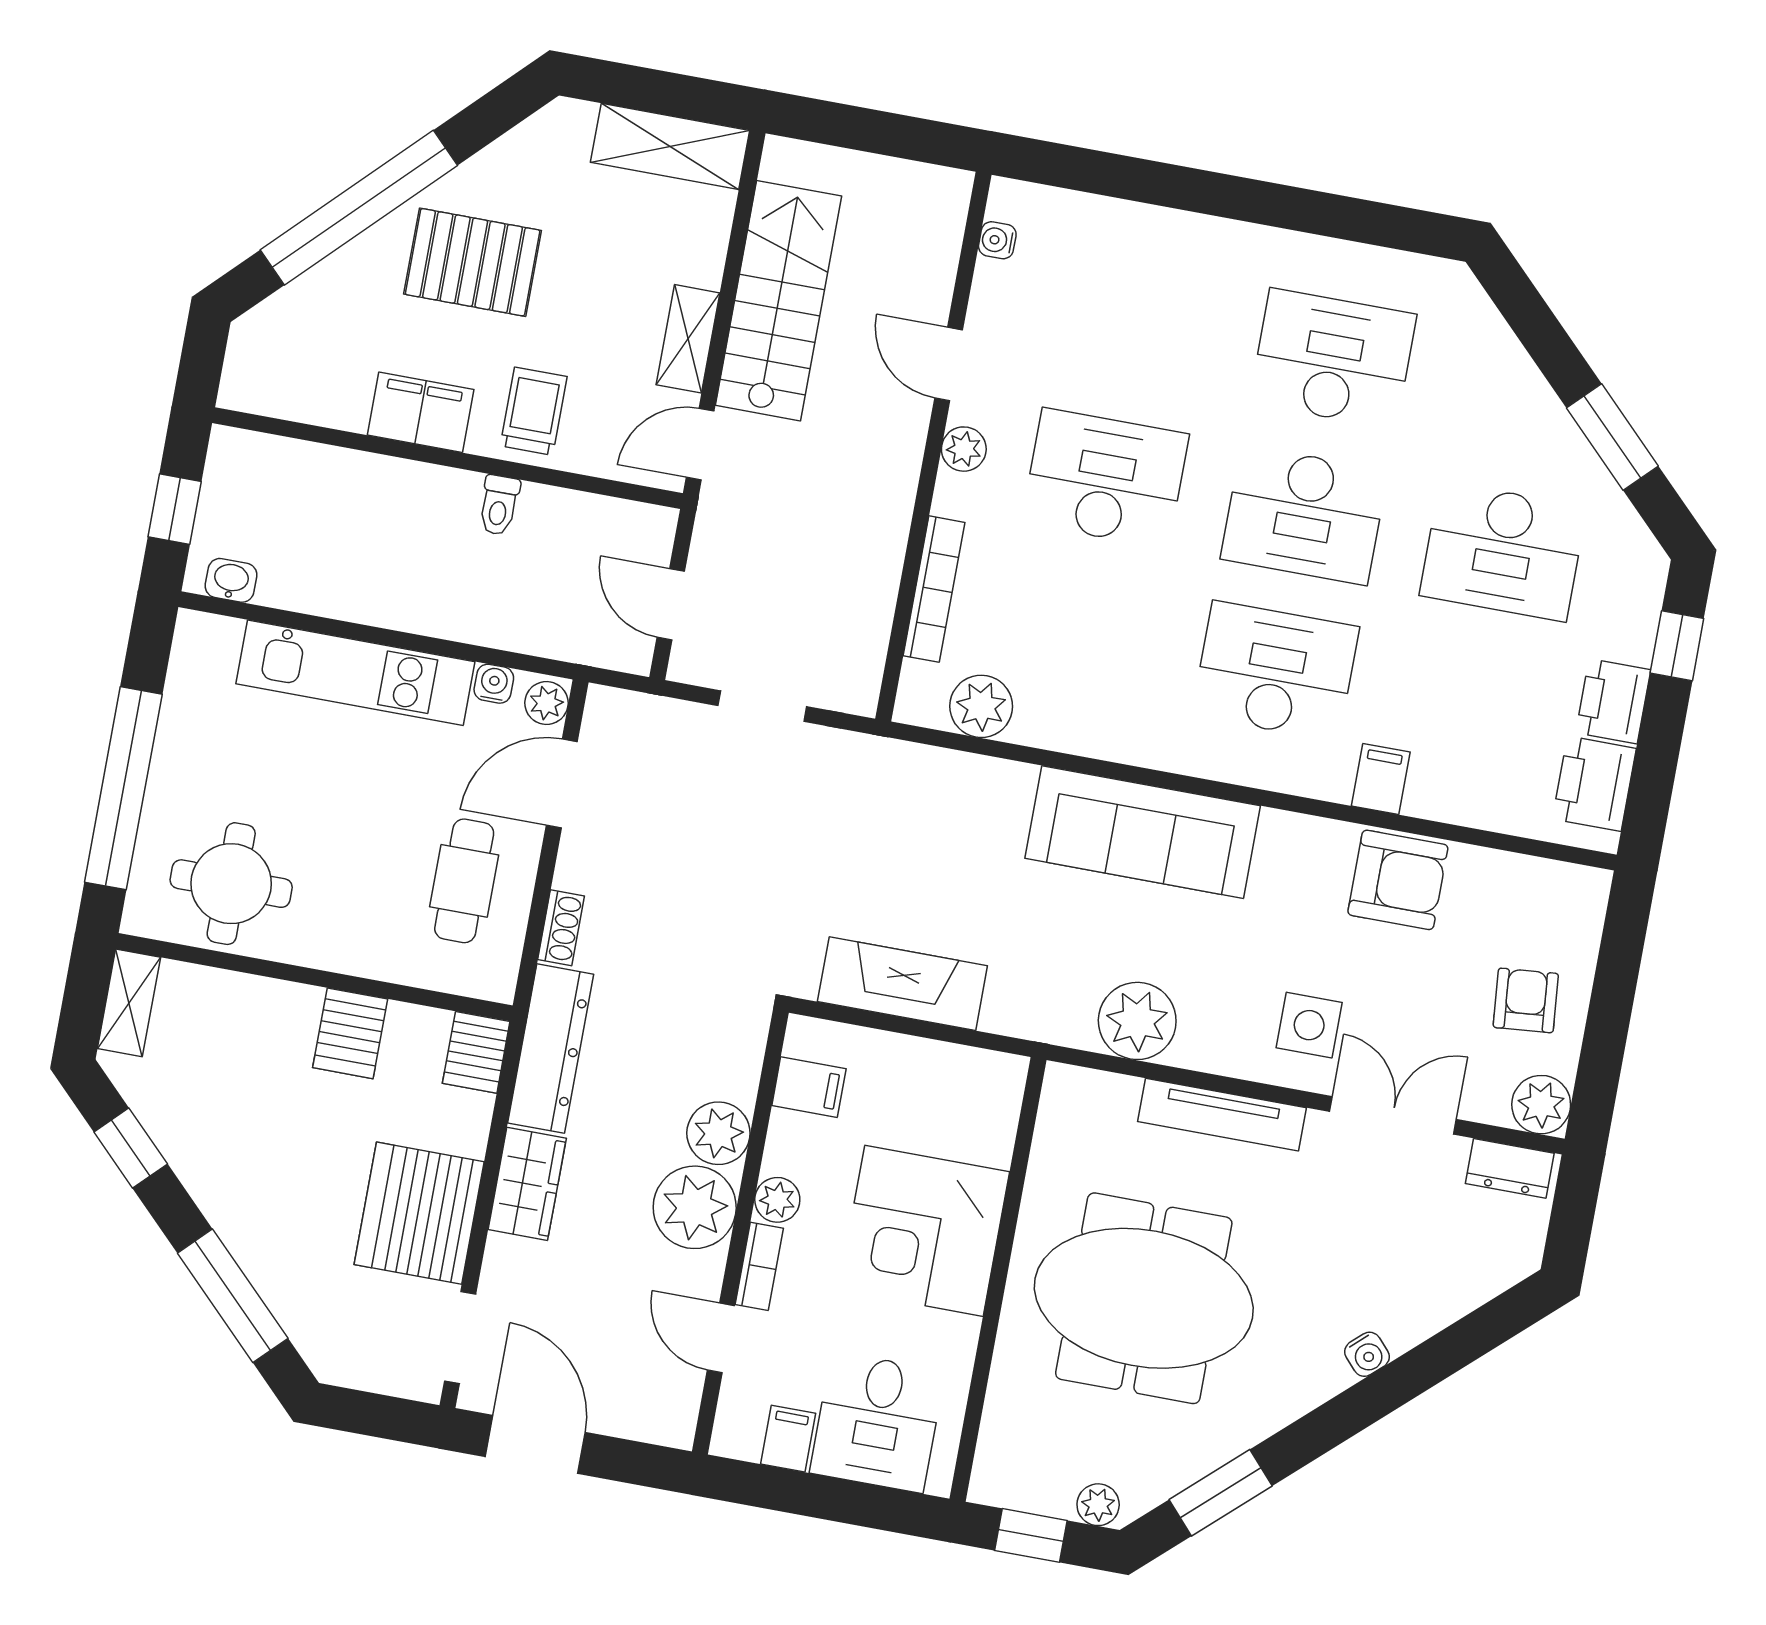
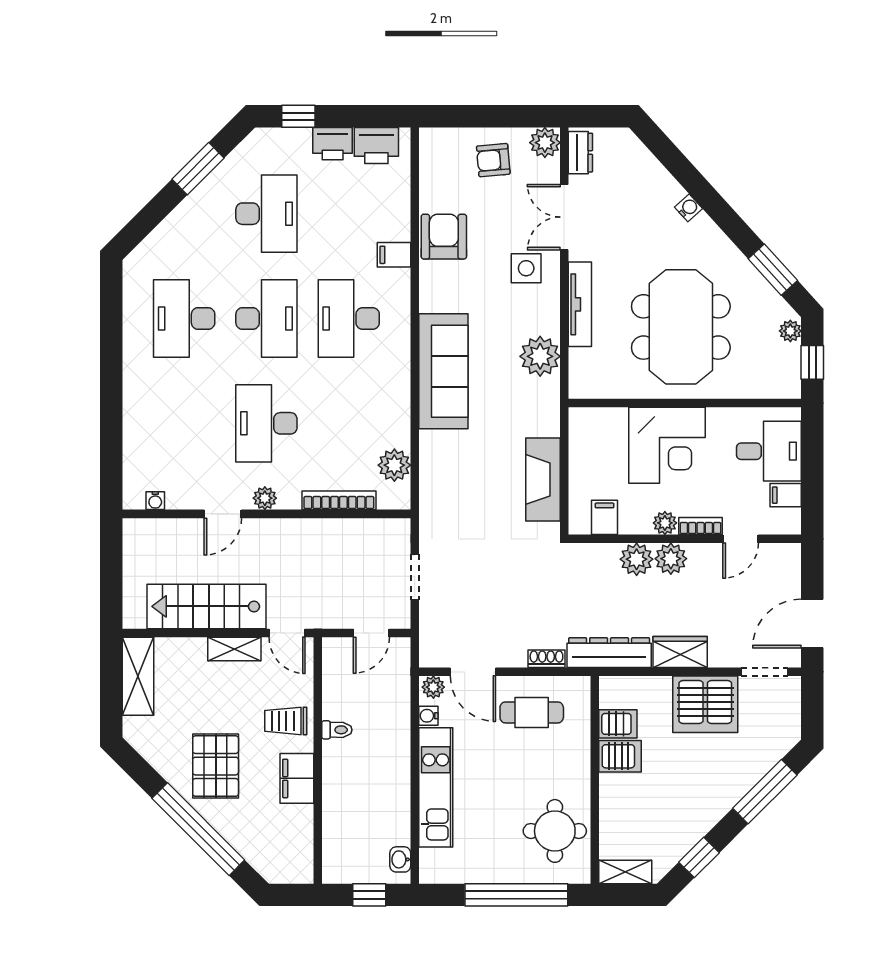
server rack: (476, 1052) -> (618, 724), moved
plant: (695, 1207) -> (671, 559), width x0.73, depth x0.73

